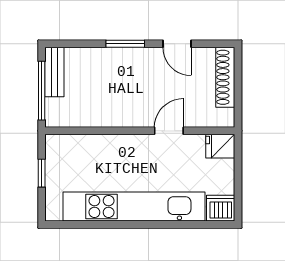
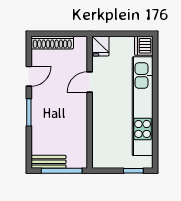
door: (169, 131) -> (90, 82), hinge flipped
window: (42, 173) -> (133, 171), moved

